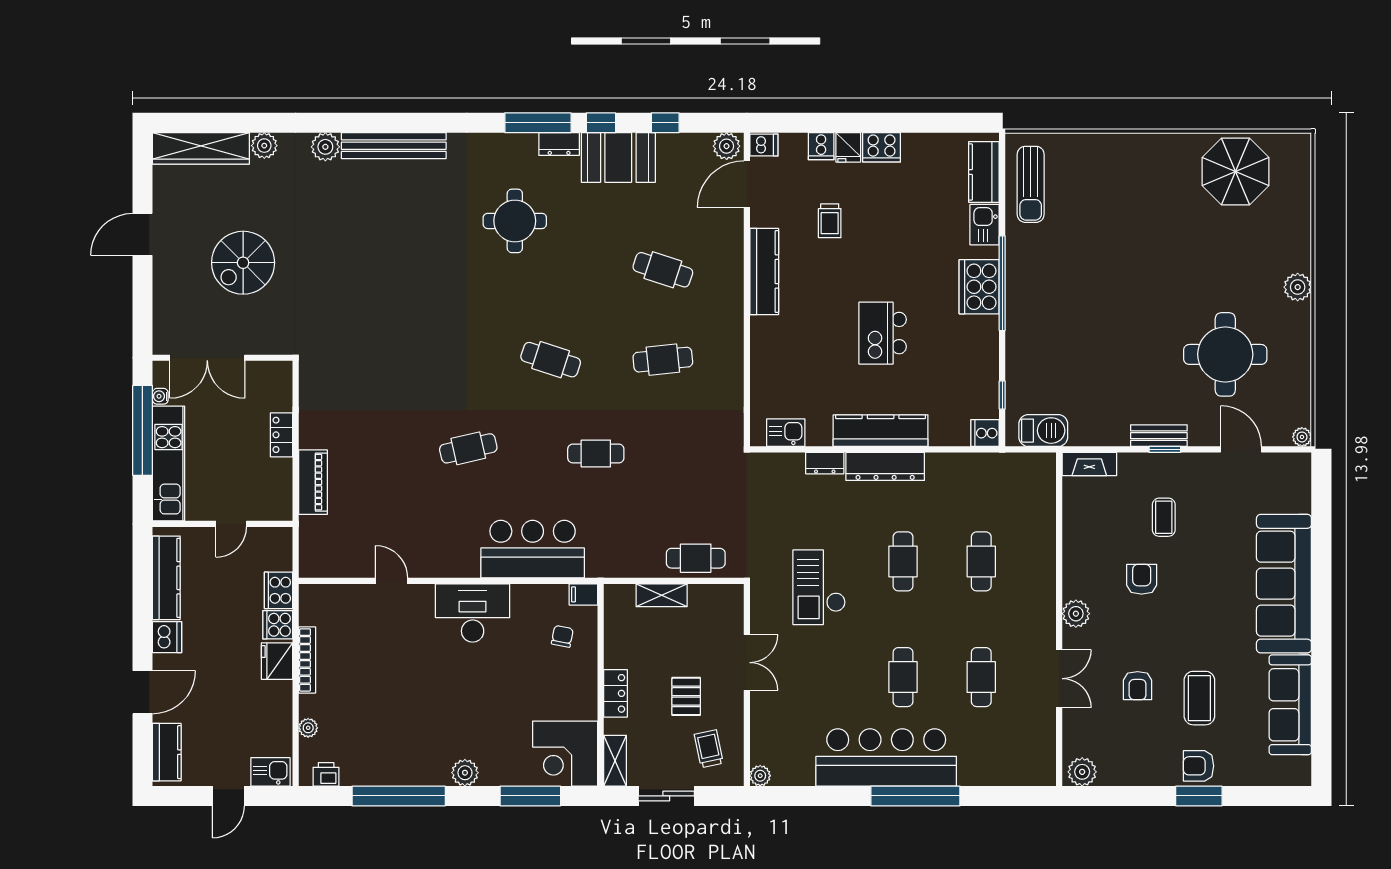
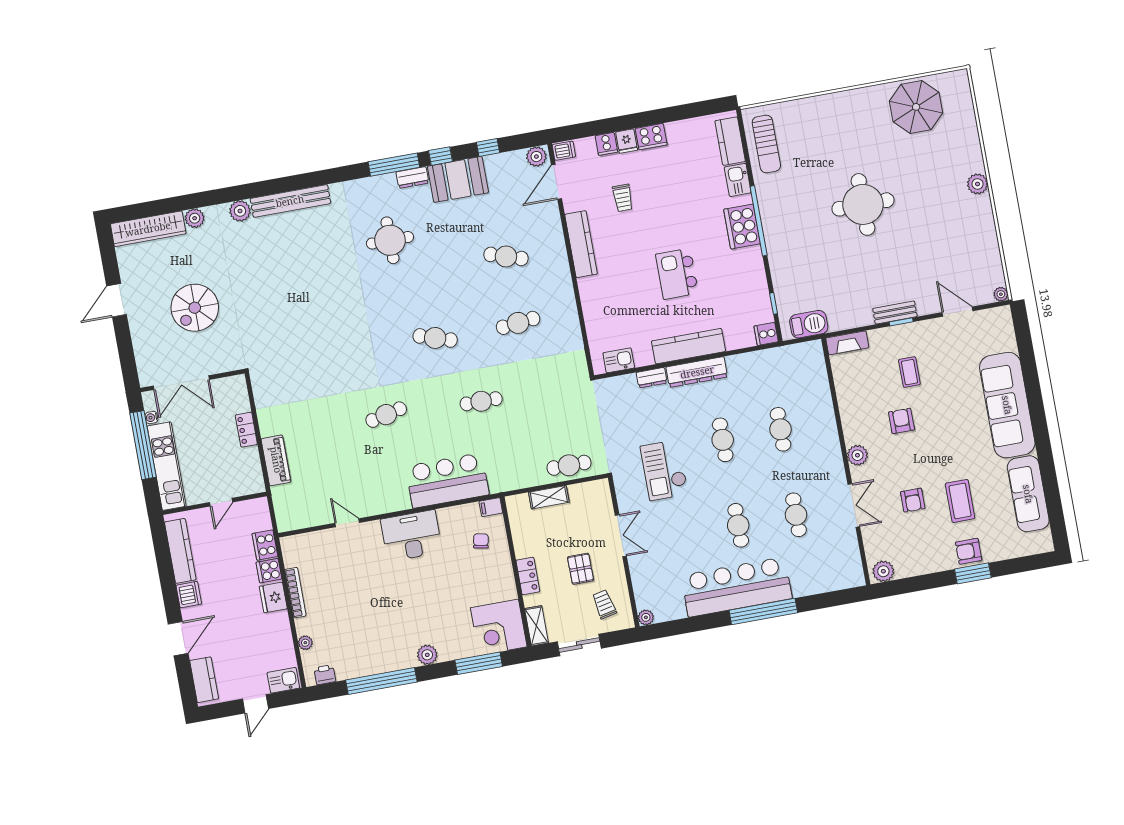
round table: (1225, 354) -> (863, 204), moved

